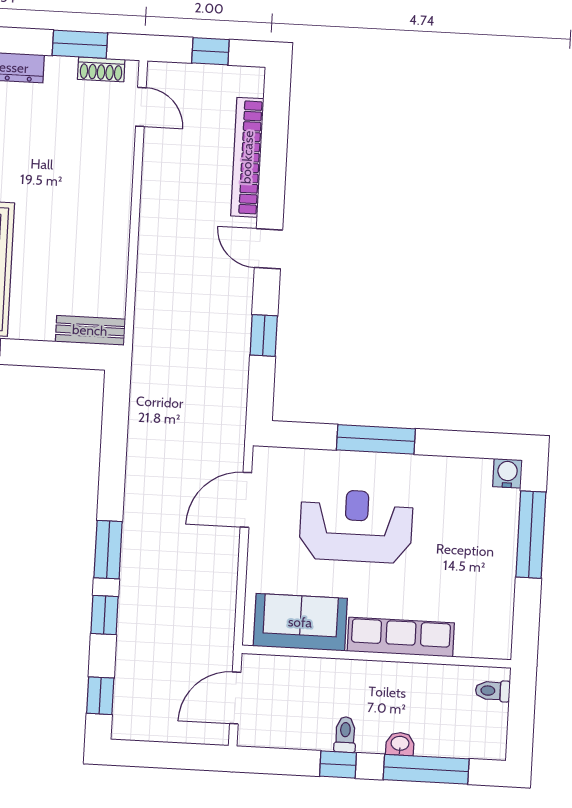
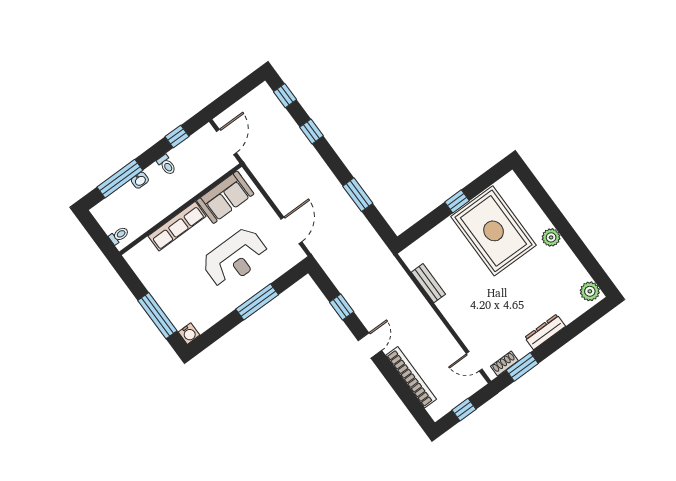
door: (268, 249) -> (370, 346), hinge flipped
bench: (90, 330) -> (428, 283), moved, turned 90
window: (108, 550) -> (358, 195), moved
window: (338, 765) -> (177, 136), moved

